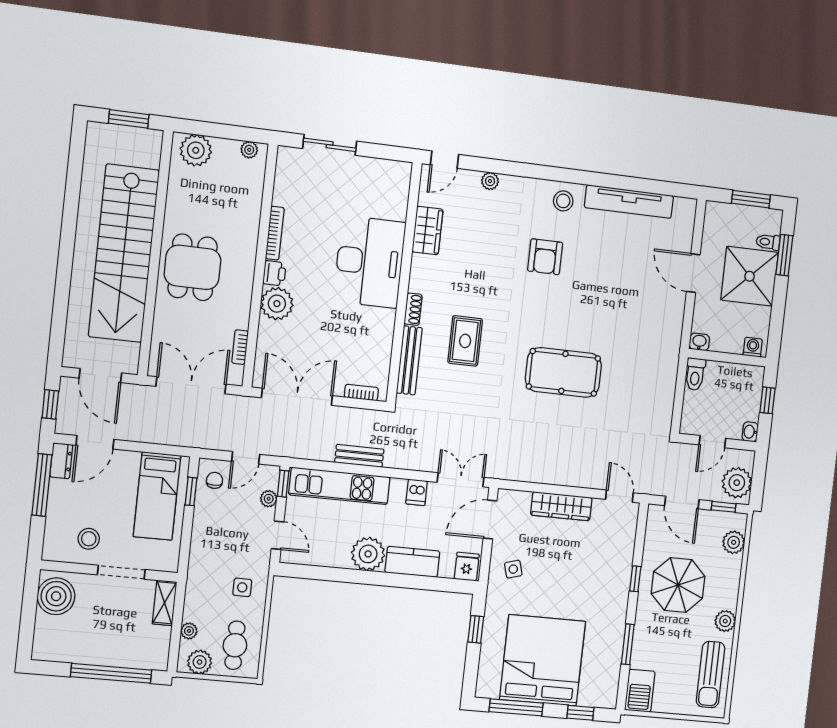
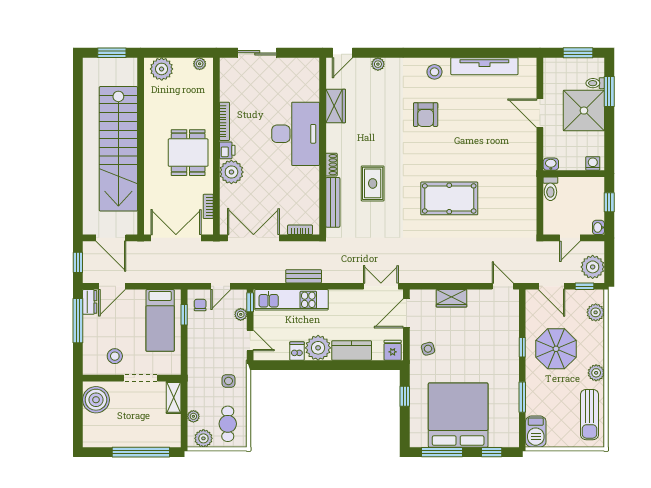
dining table: (193, 267) -> (188, 153), moved
dishwasher: (417, 492) -> (297, 351), moved, turned 180
wardrobe: (561, 506) -> (452, 298), width x0.67

